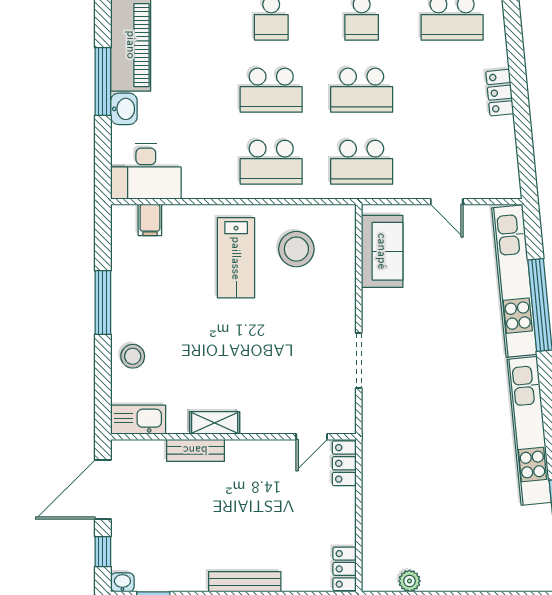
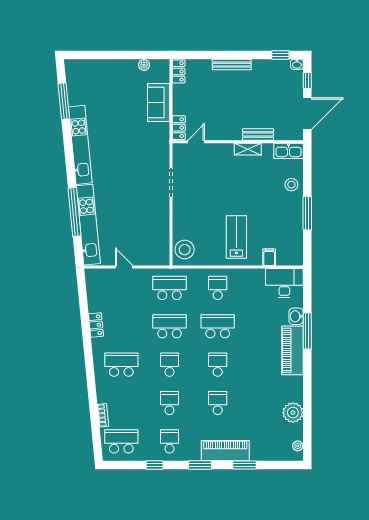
school desk: (271, 162) -> (218, 288), width x0.54
filing cabinet: (150, 220) -> (269, 257), moved
stool: (296, 249) -> (185, 250), moved
sofa: (382, 251) -> (159, 103), moved

